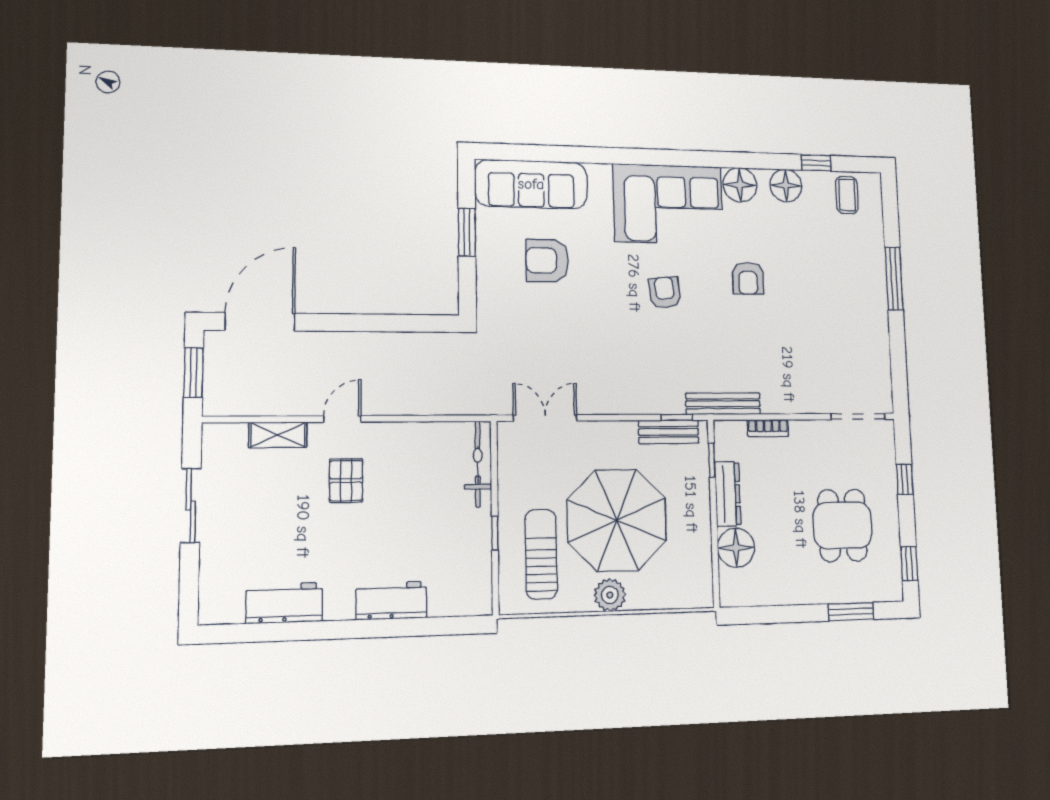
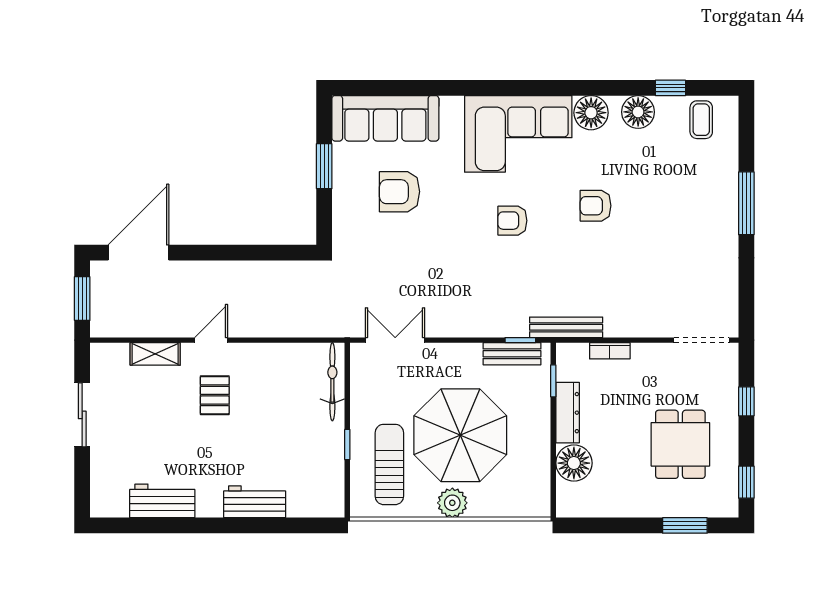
armchair: (748, 278) -> (596, 206), turned 90
armchair: (665, 292) -> (512, 221), turned -84

